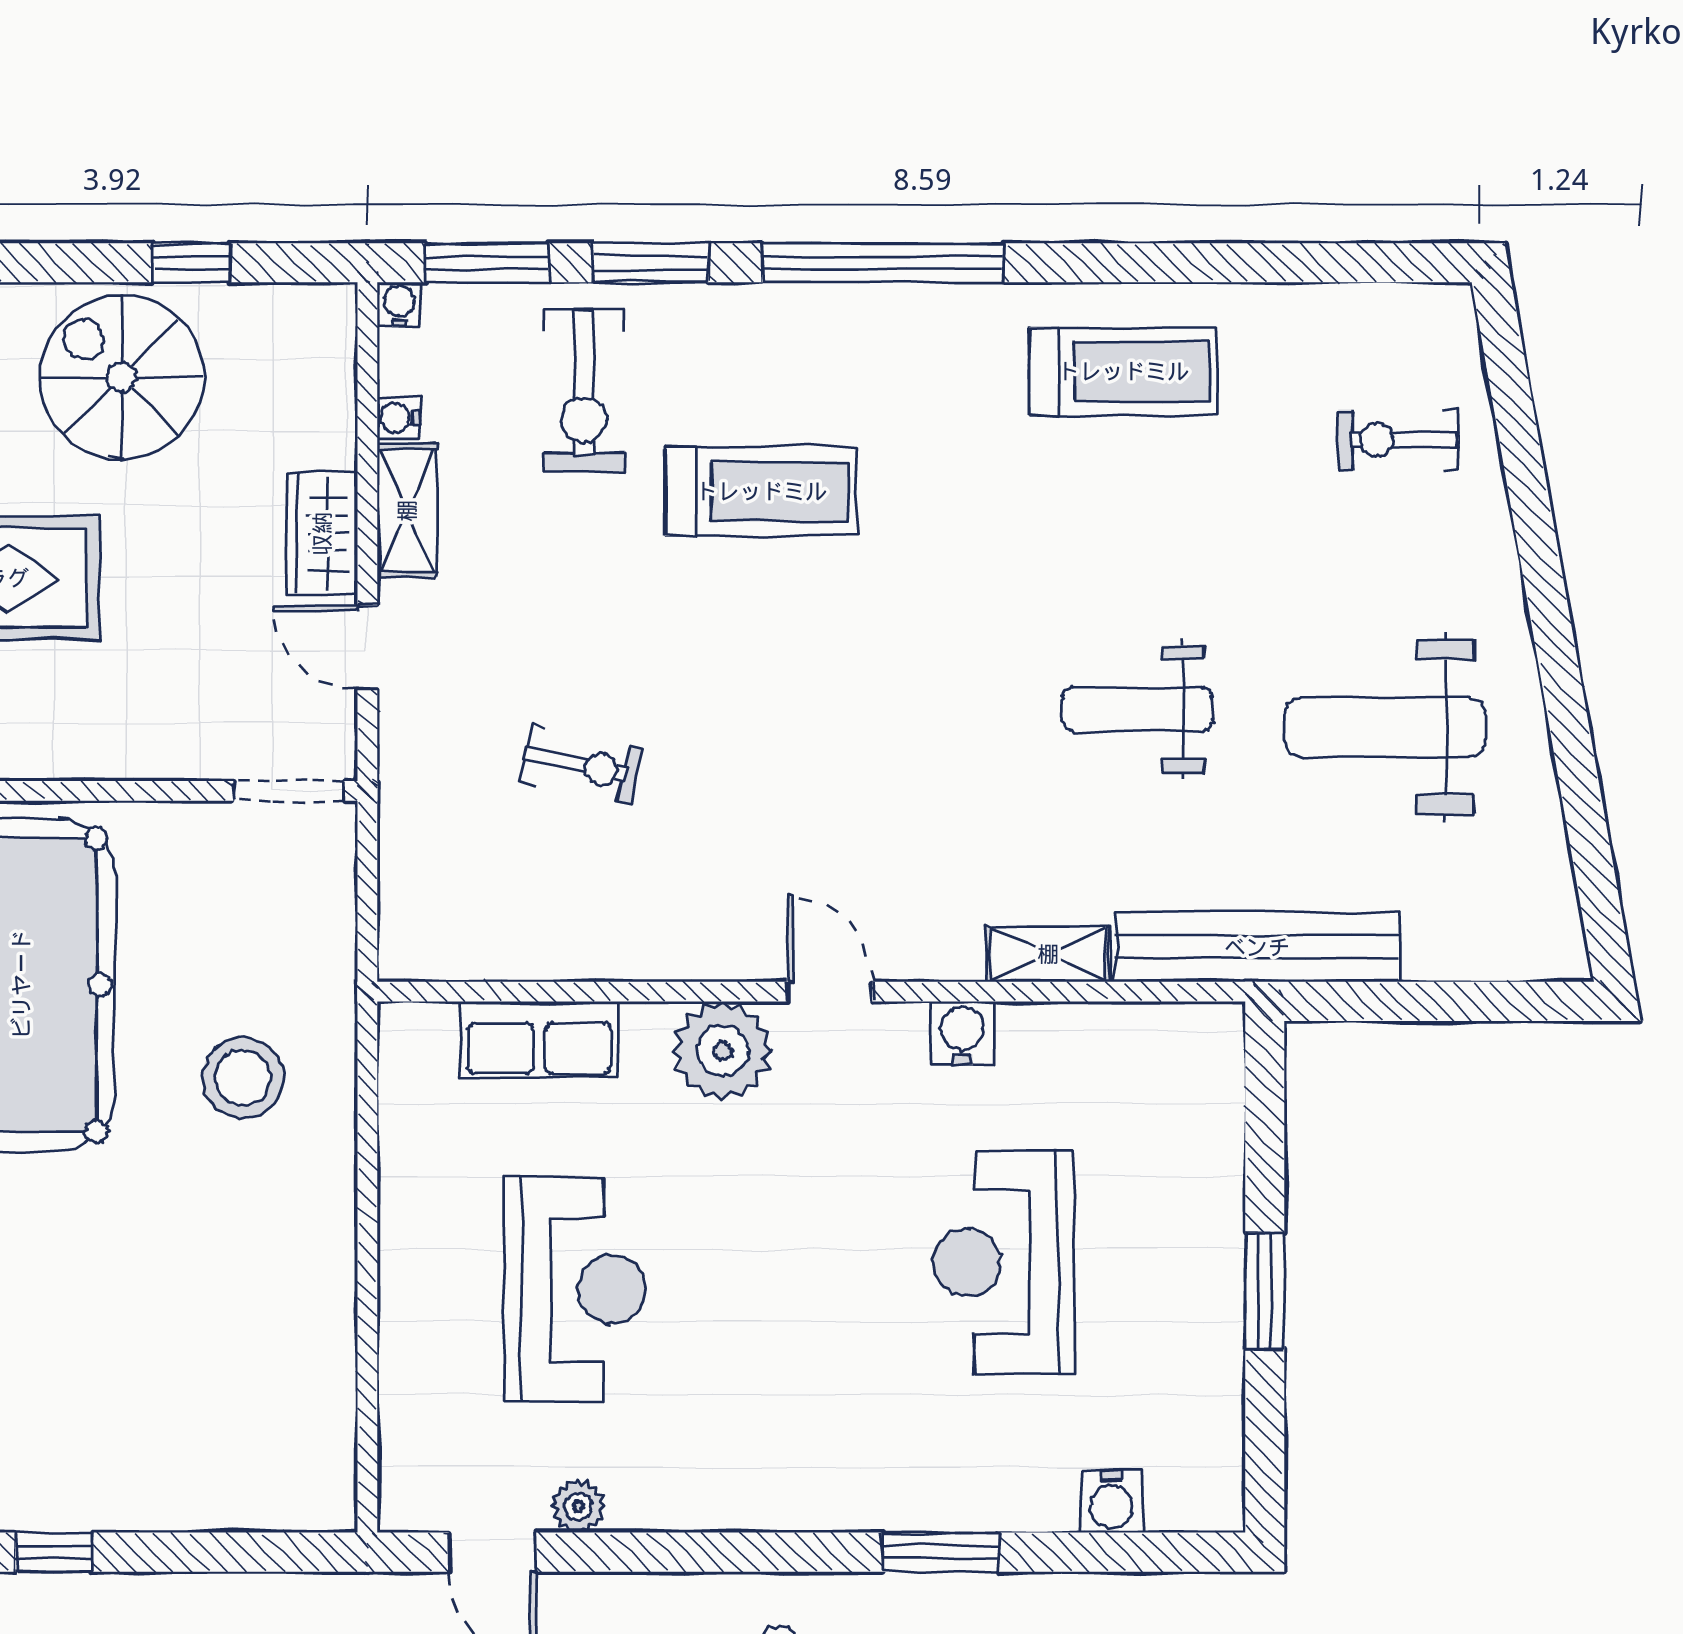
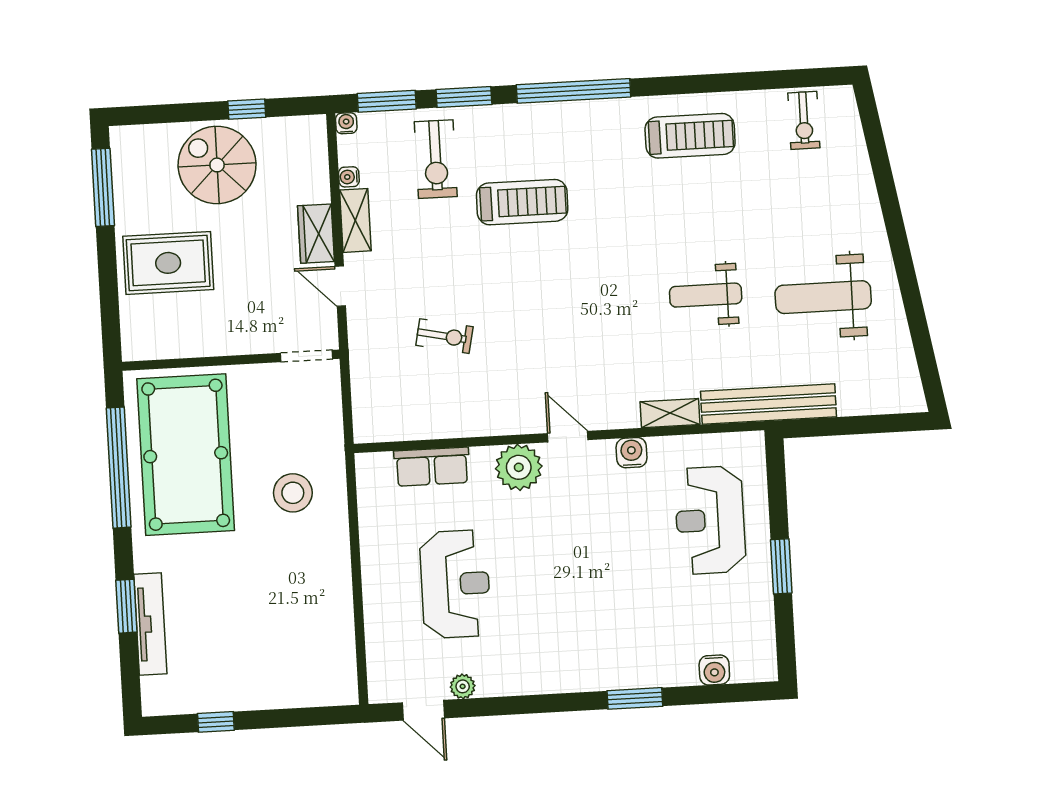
exercise bike: (1398, 440) -> (804, 120), moved, turned -90
reception desk: (1004, 1262) -> (710, 520), moved

